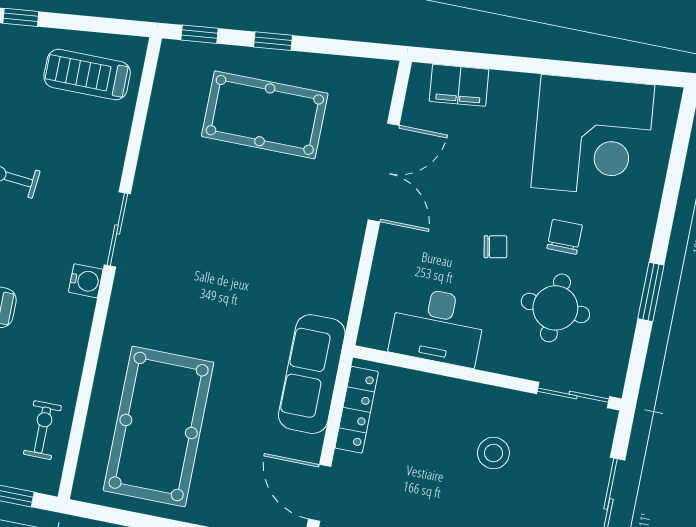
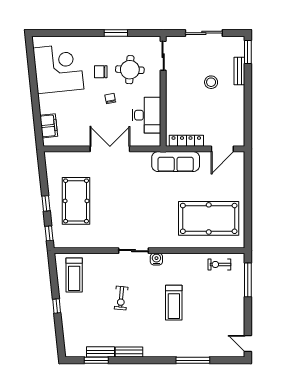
double door: (384, 173) -> (110, 149), moved
stool: (493, 453) -> (211, 82), moved

